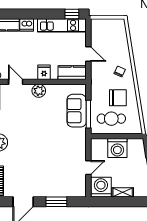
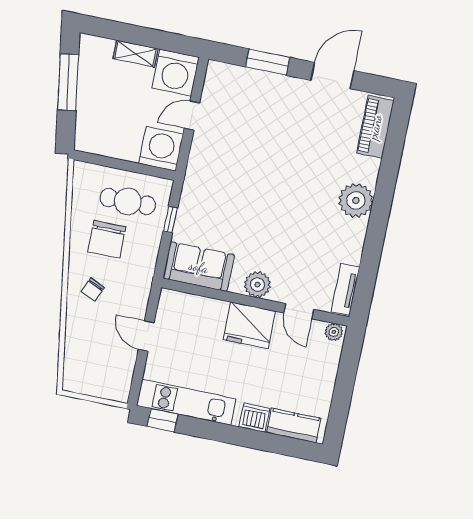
fridge: (44, 72) -> (249, 325), width x1.88, depth x1.34
kitchen counter: (72, 73) -> (185, 306), removed
chair: (118, 98) -> (107, 239), turned -90
sofa: (77, 111) -> (199, 267), moved, turned -90
window: (88, 114) -> (170, 219), width x0.46
washing machine: (117, 148) -> (161, 149), moved

